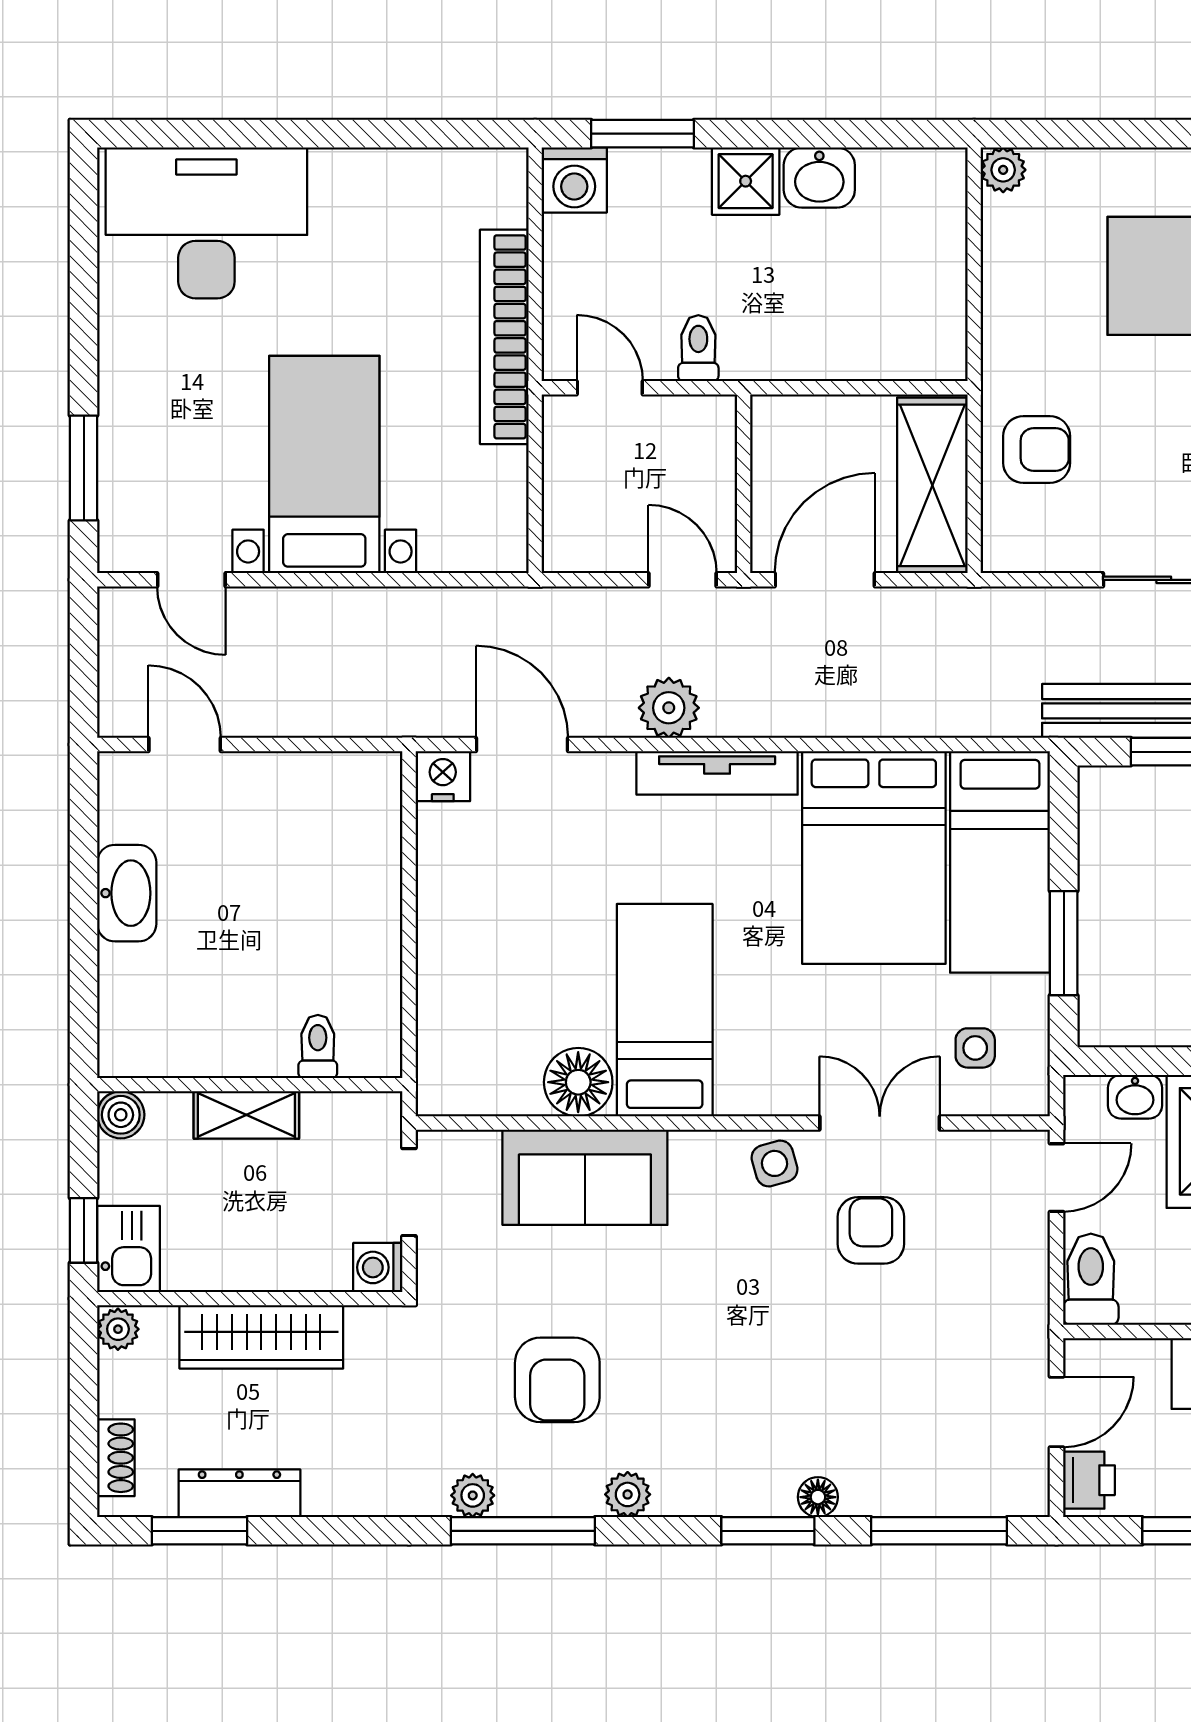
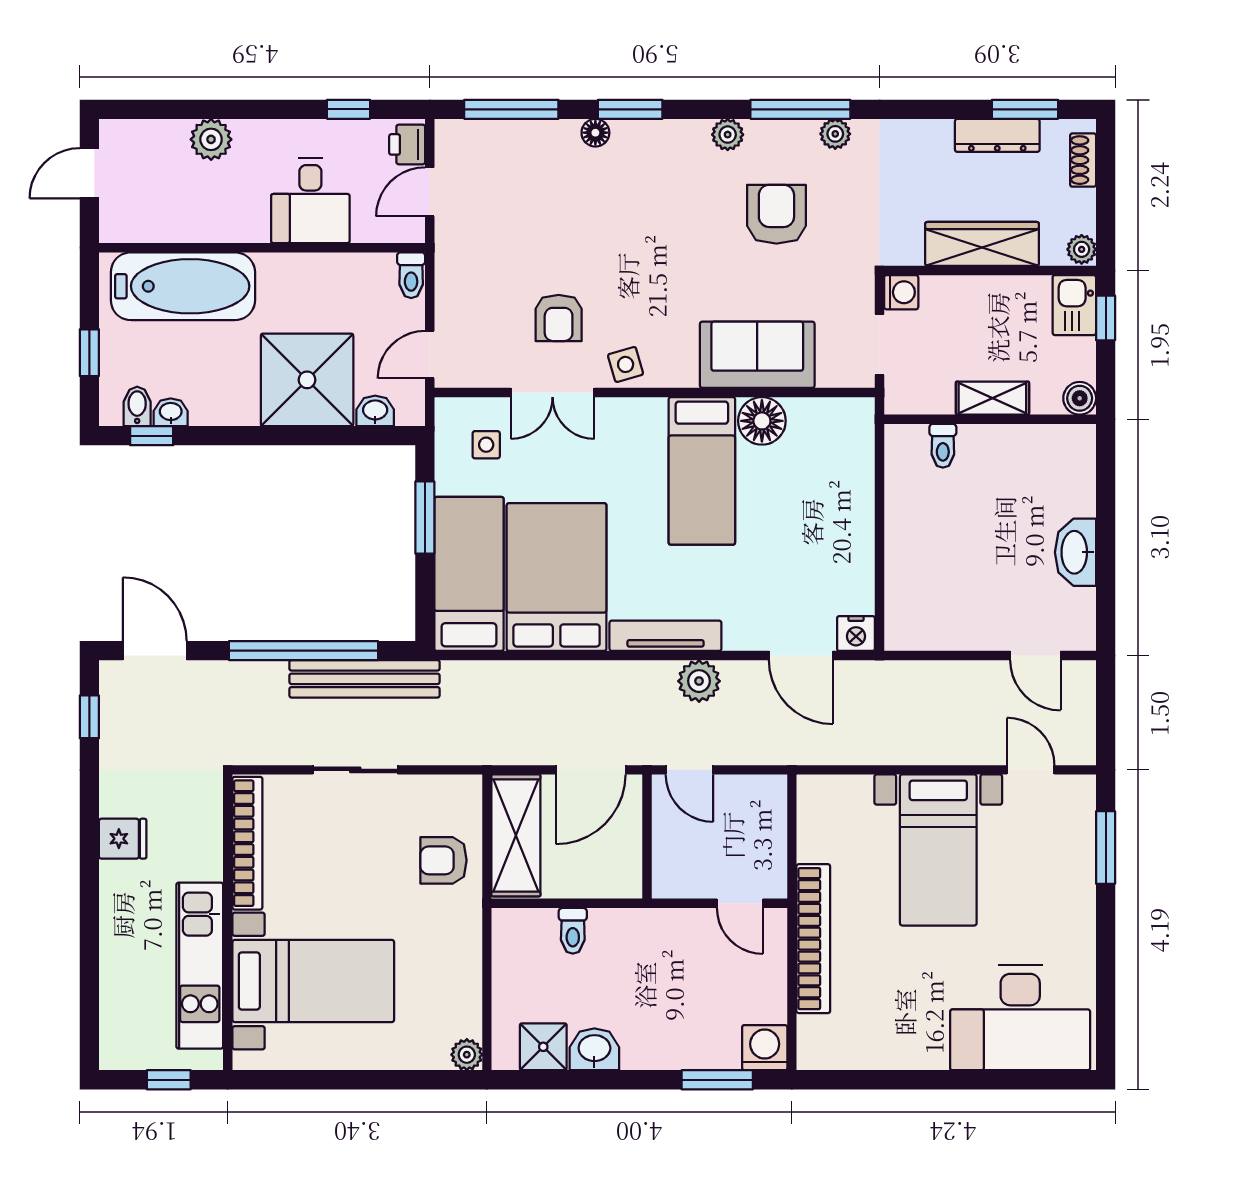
shower: (746, 181) -> (543, 1047), moved
toilet: (698, 348) -> (573, 931), moved
toilet: (1091, 1279) -> (411, 275), width x0.73, depth x0.72

